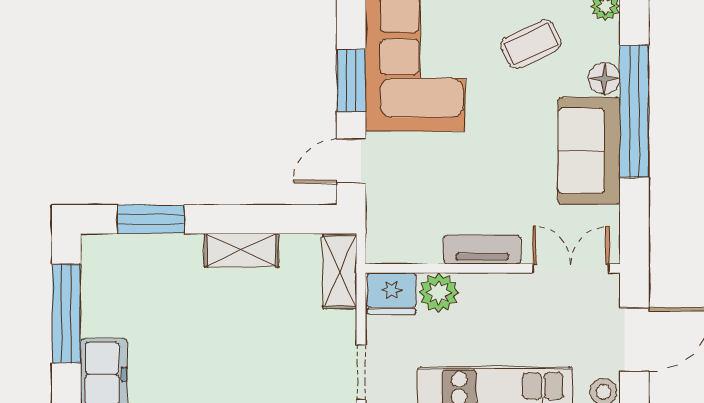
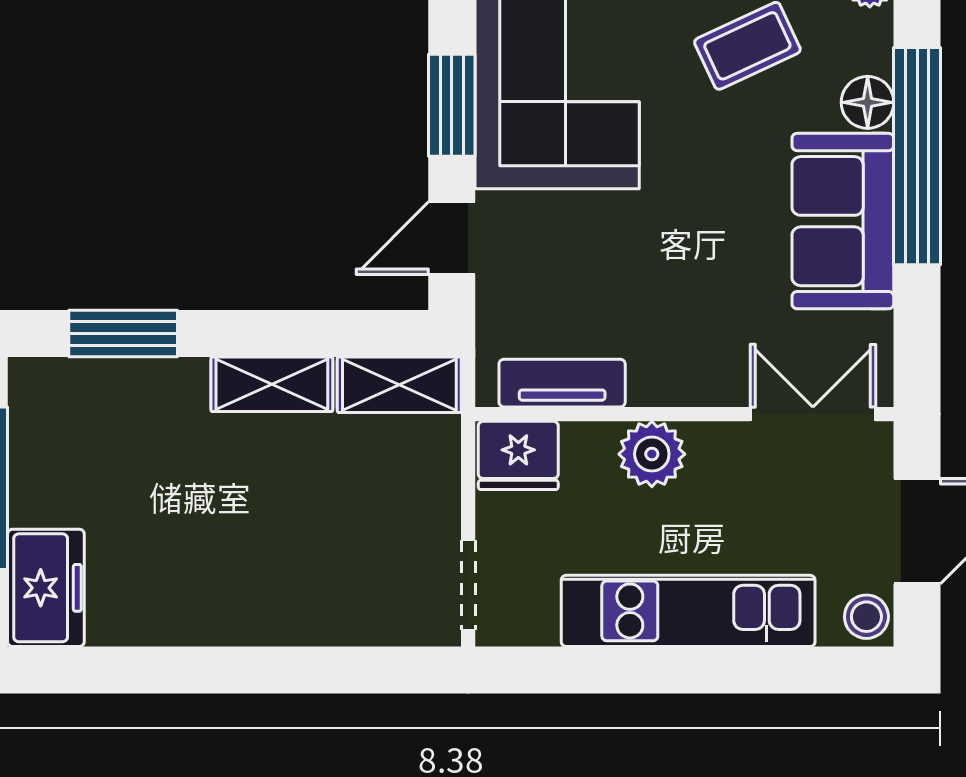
tv unit: (482, 249) -> (562, 383), moved
shelving: (340, 271) -> (399, 385), moved, turned 90
plant: (439, 293) -> (652, 454), moved

